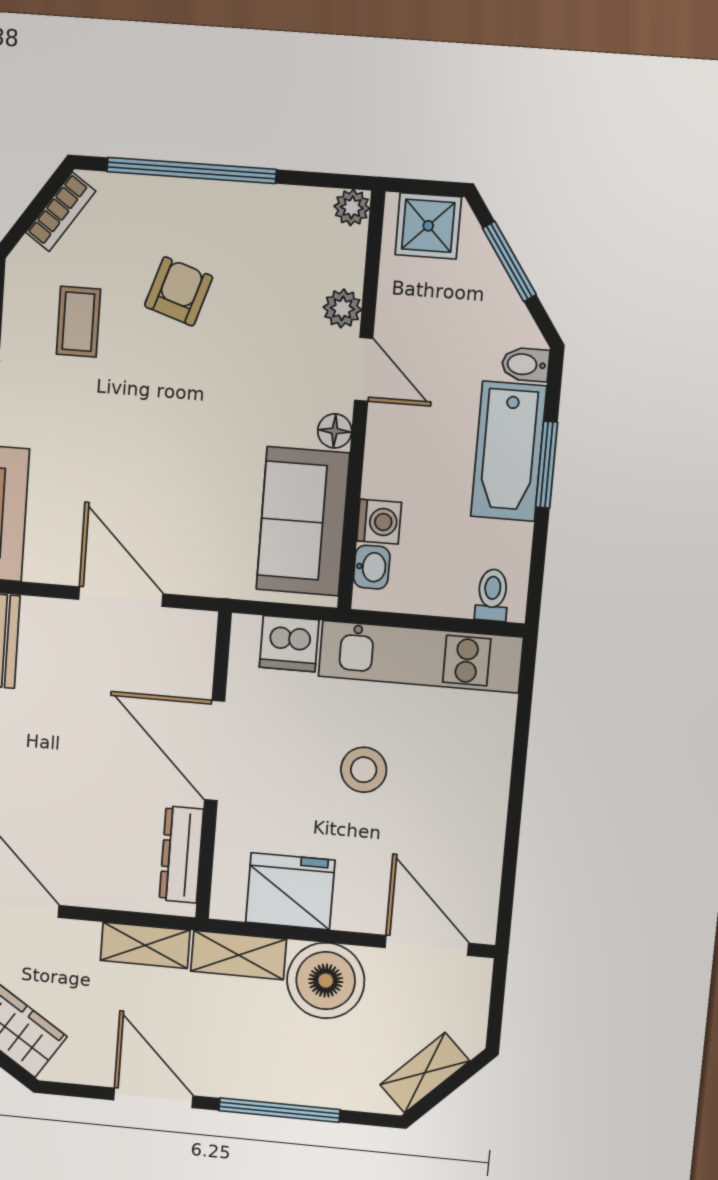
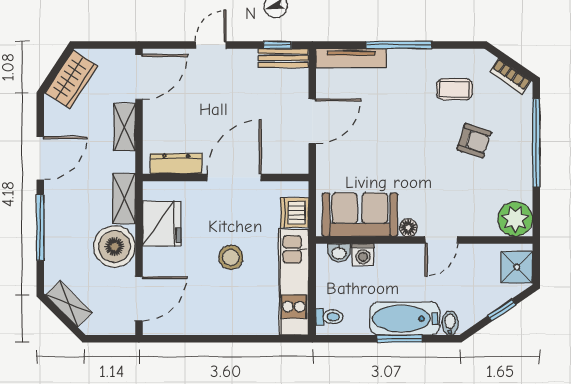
plant: (352, 207) -> (515, 219), width x1.88, depth x1.88
window: (509, 261) -> (502, 310), width x0.67
plant: (342, 308) -> (472, 226), removed
shelving: (145, 945) -> (125, 127), moved

